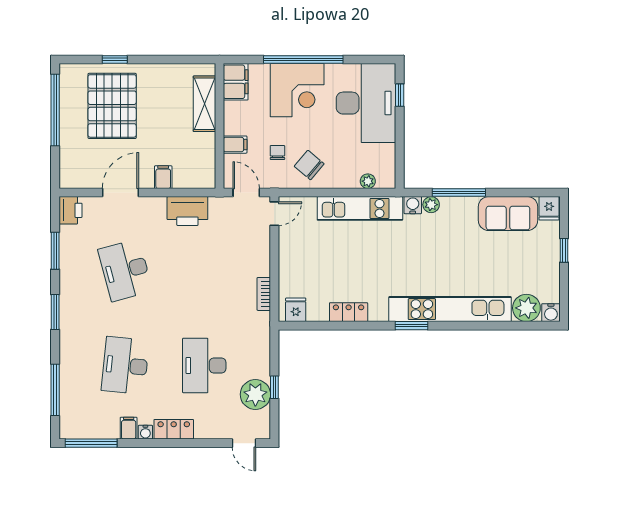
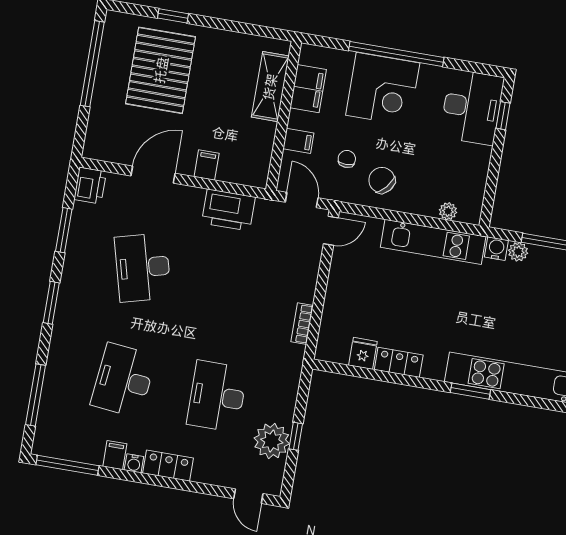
filing cabinet: (236, 82) -> (308, 89), moved
desk: (366, 103) -> (472, 107), width x0.73, depth x0.77
fridge: (296, 310) -> (363, 353), moved

